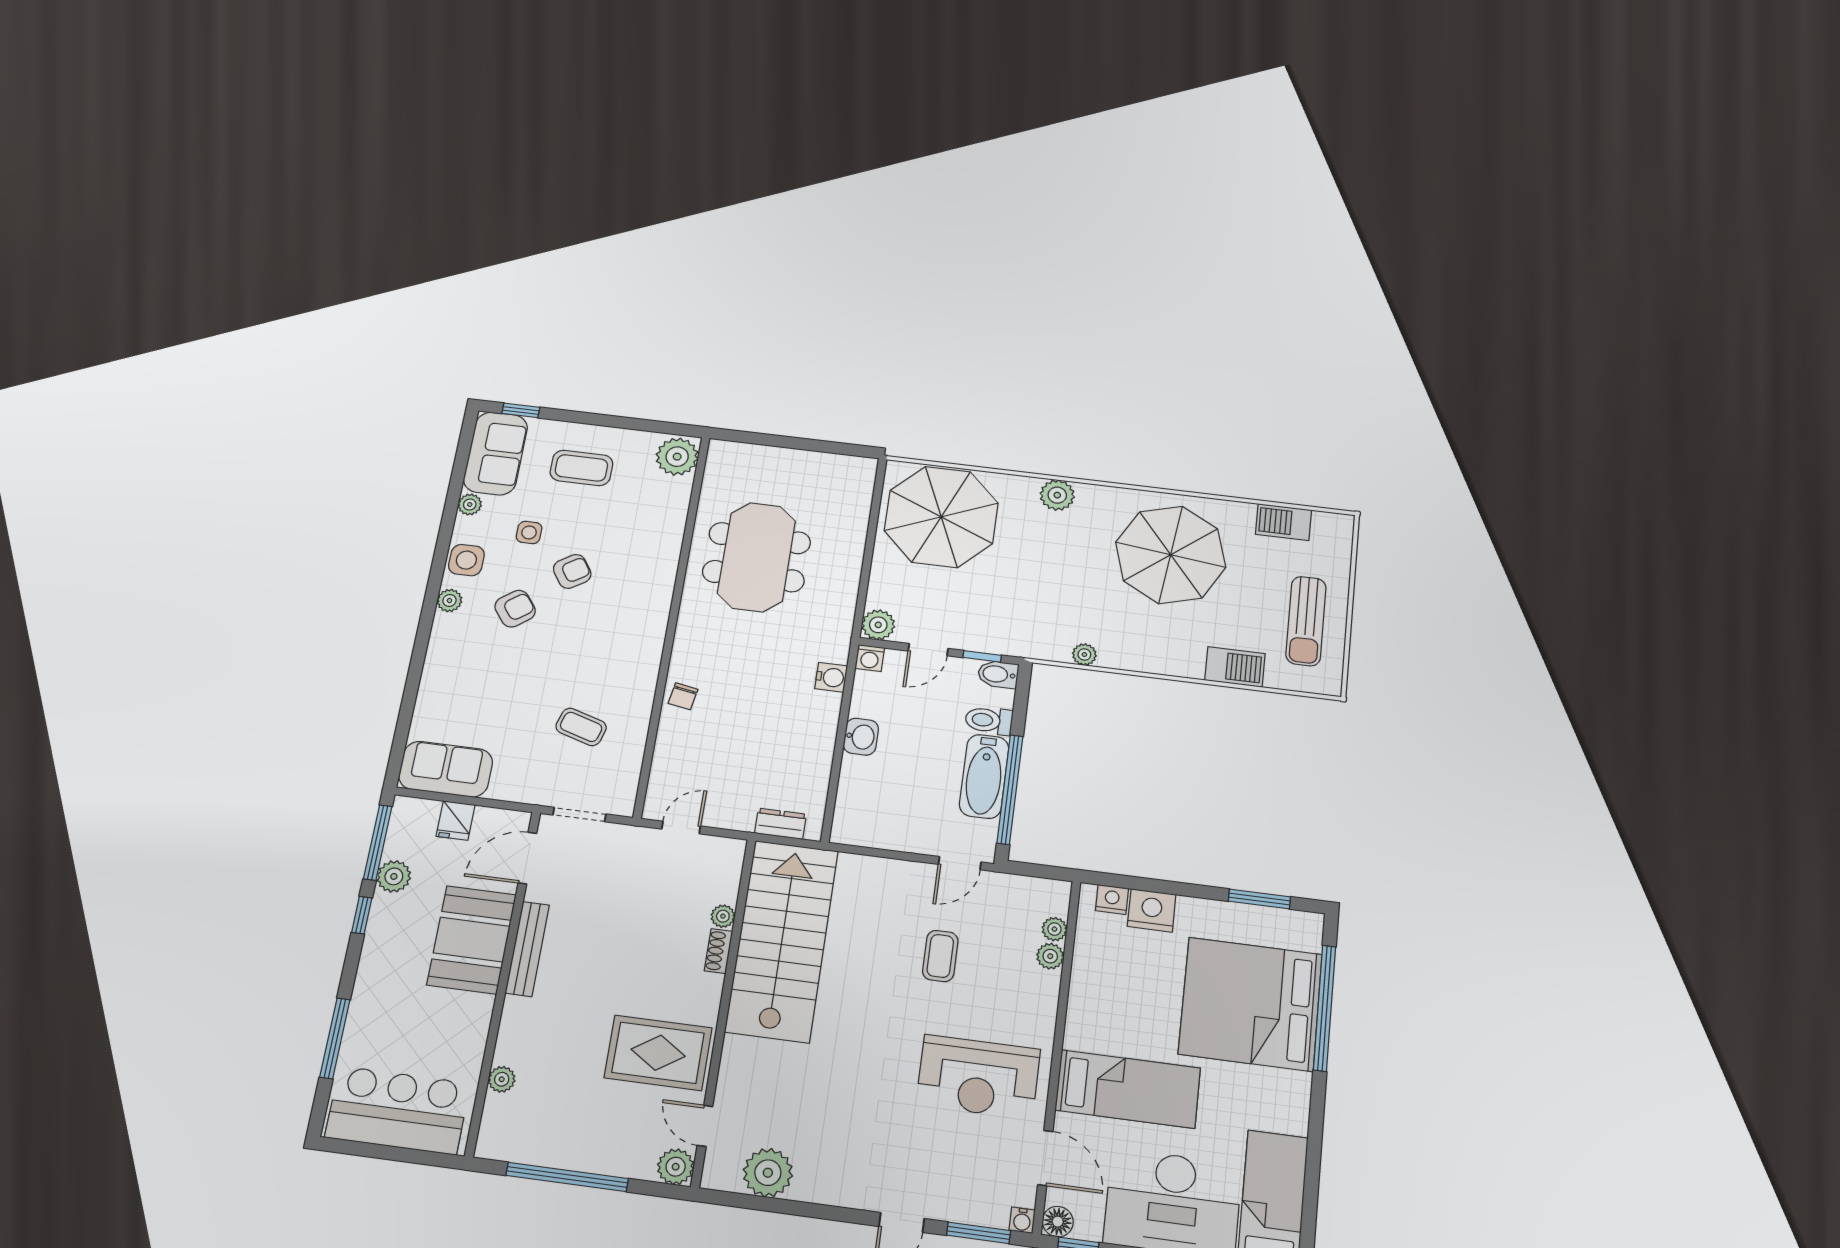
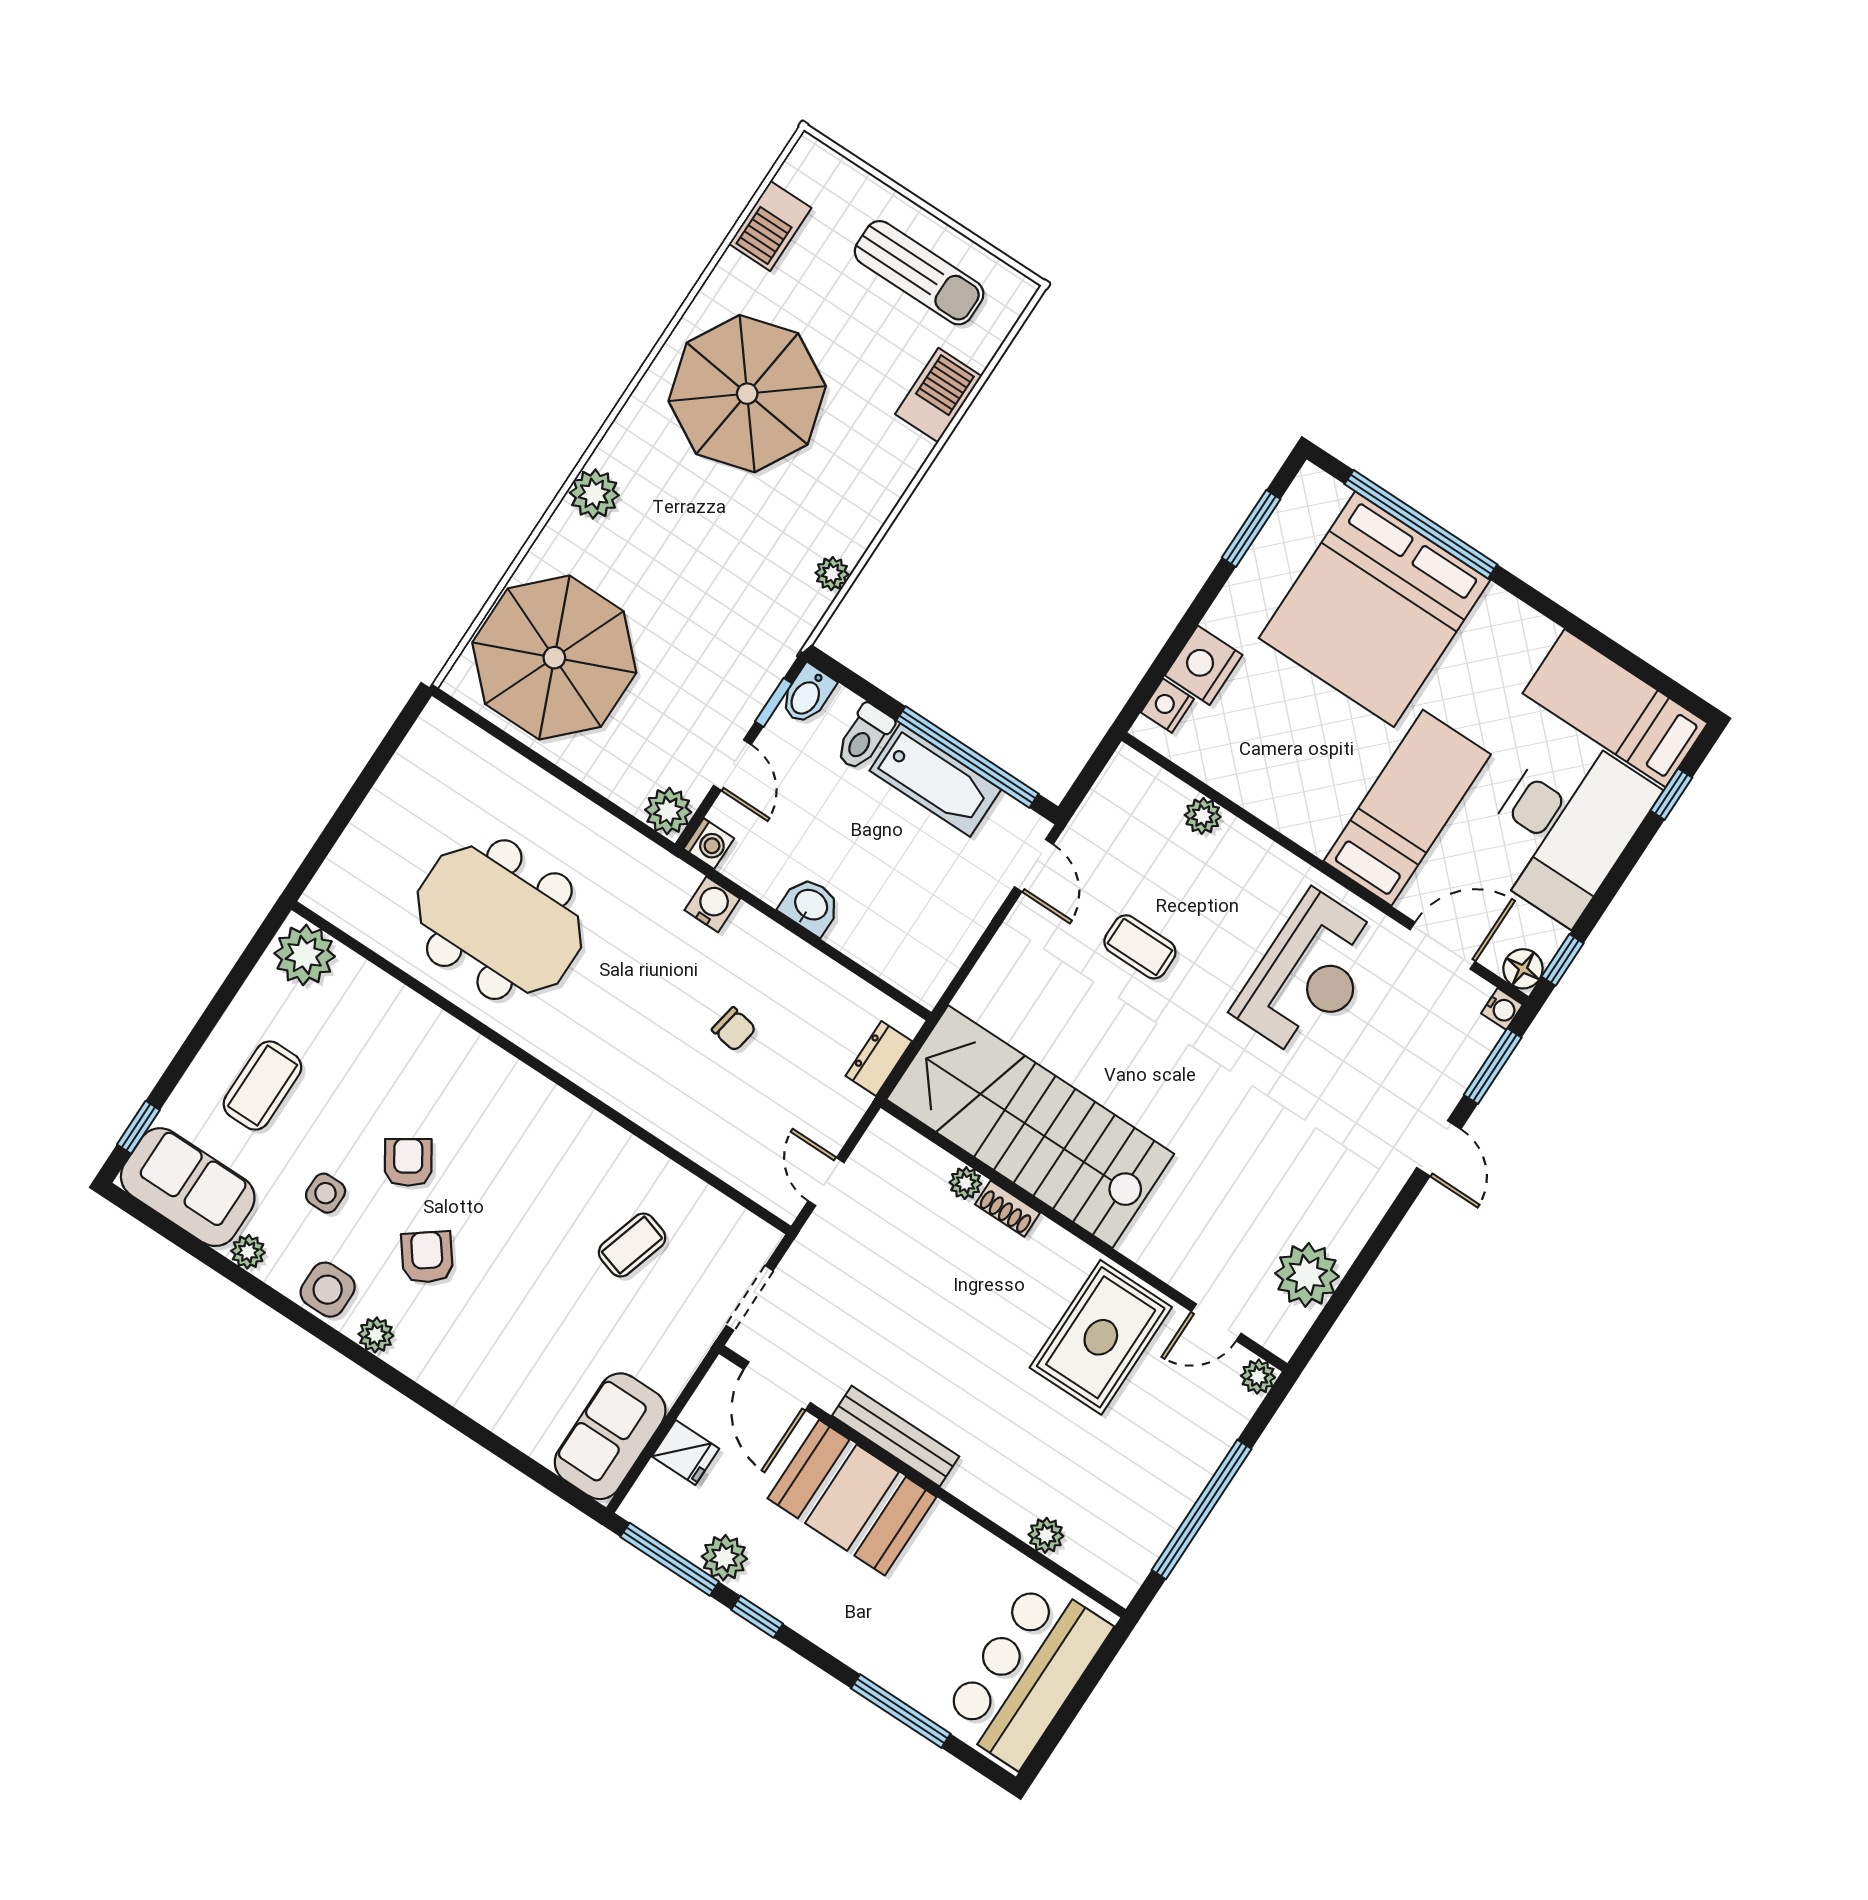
chair: (683, 696) -> (734, 1029), moved
plant: (1054, 929) -> (1171, 794), removed
plant: (676, 1167) -> (1258, 1377), width x0.73, depth x0.73

